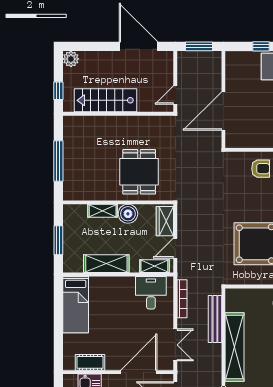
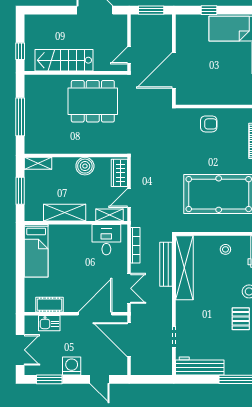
plant: (71, 59) -> (32, 22), removed
dining table: (139, 172) -> (93, 101), moved, width x1.38
shelving: (103, 211) -> (38, 163), moved
shelving: (235, 347) -> (184, 268), moved

